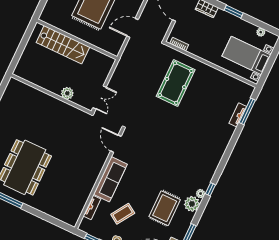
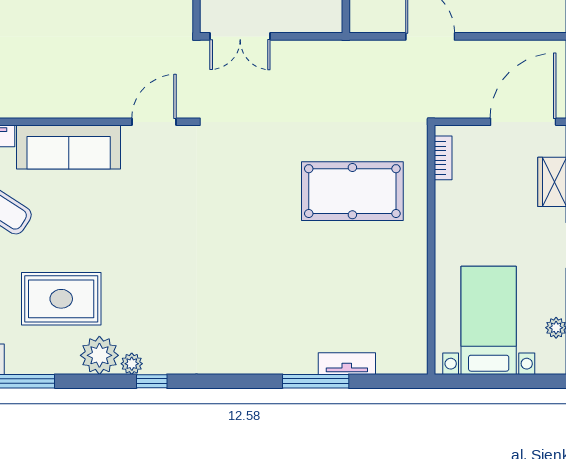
window: (247, 111) -> (316, 381), moved

